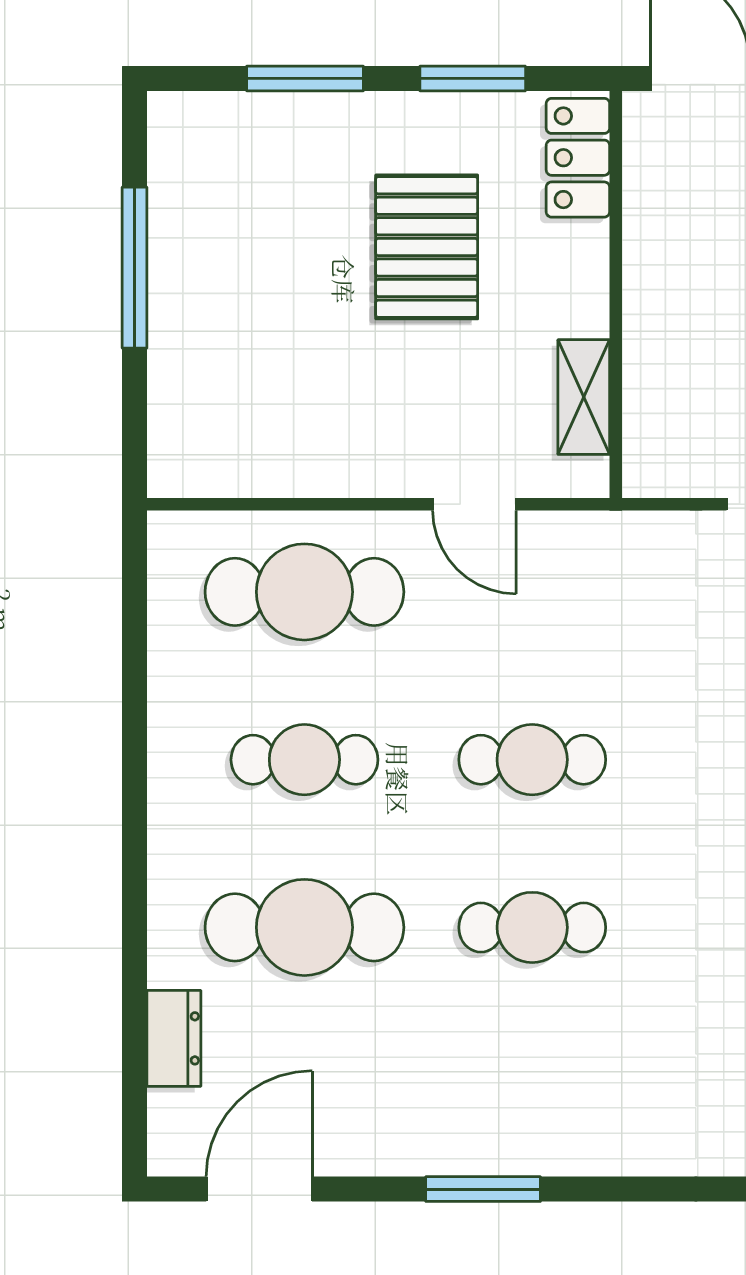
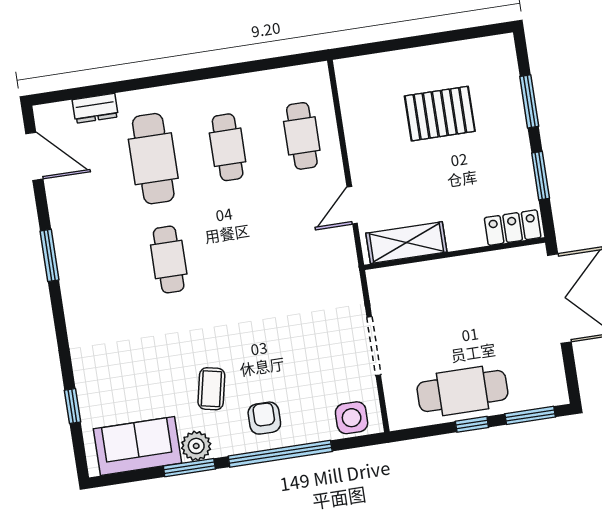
pallet: (427, 247) -> (440, 114), moved
window: (134, 268) -> (434, 39), removed
shelving: (584, 397) -> (406, 243), width x1.50, depth x1.33
cafe table: (304, 592) -> (302, 136), width x0.73, depth x0.74
cafe table: (532, 760) -> (243, 248), removed

